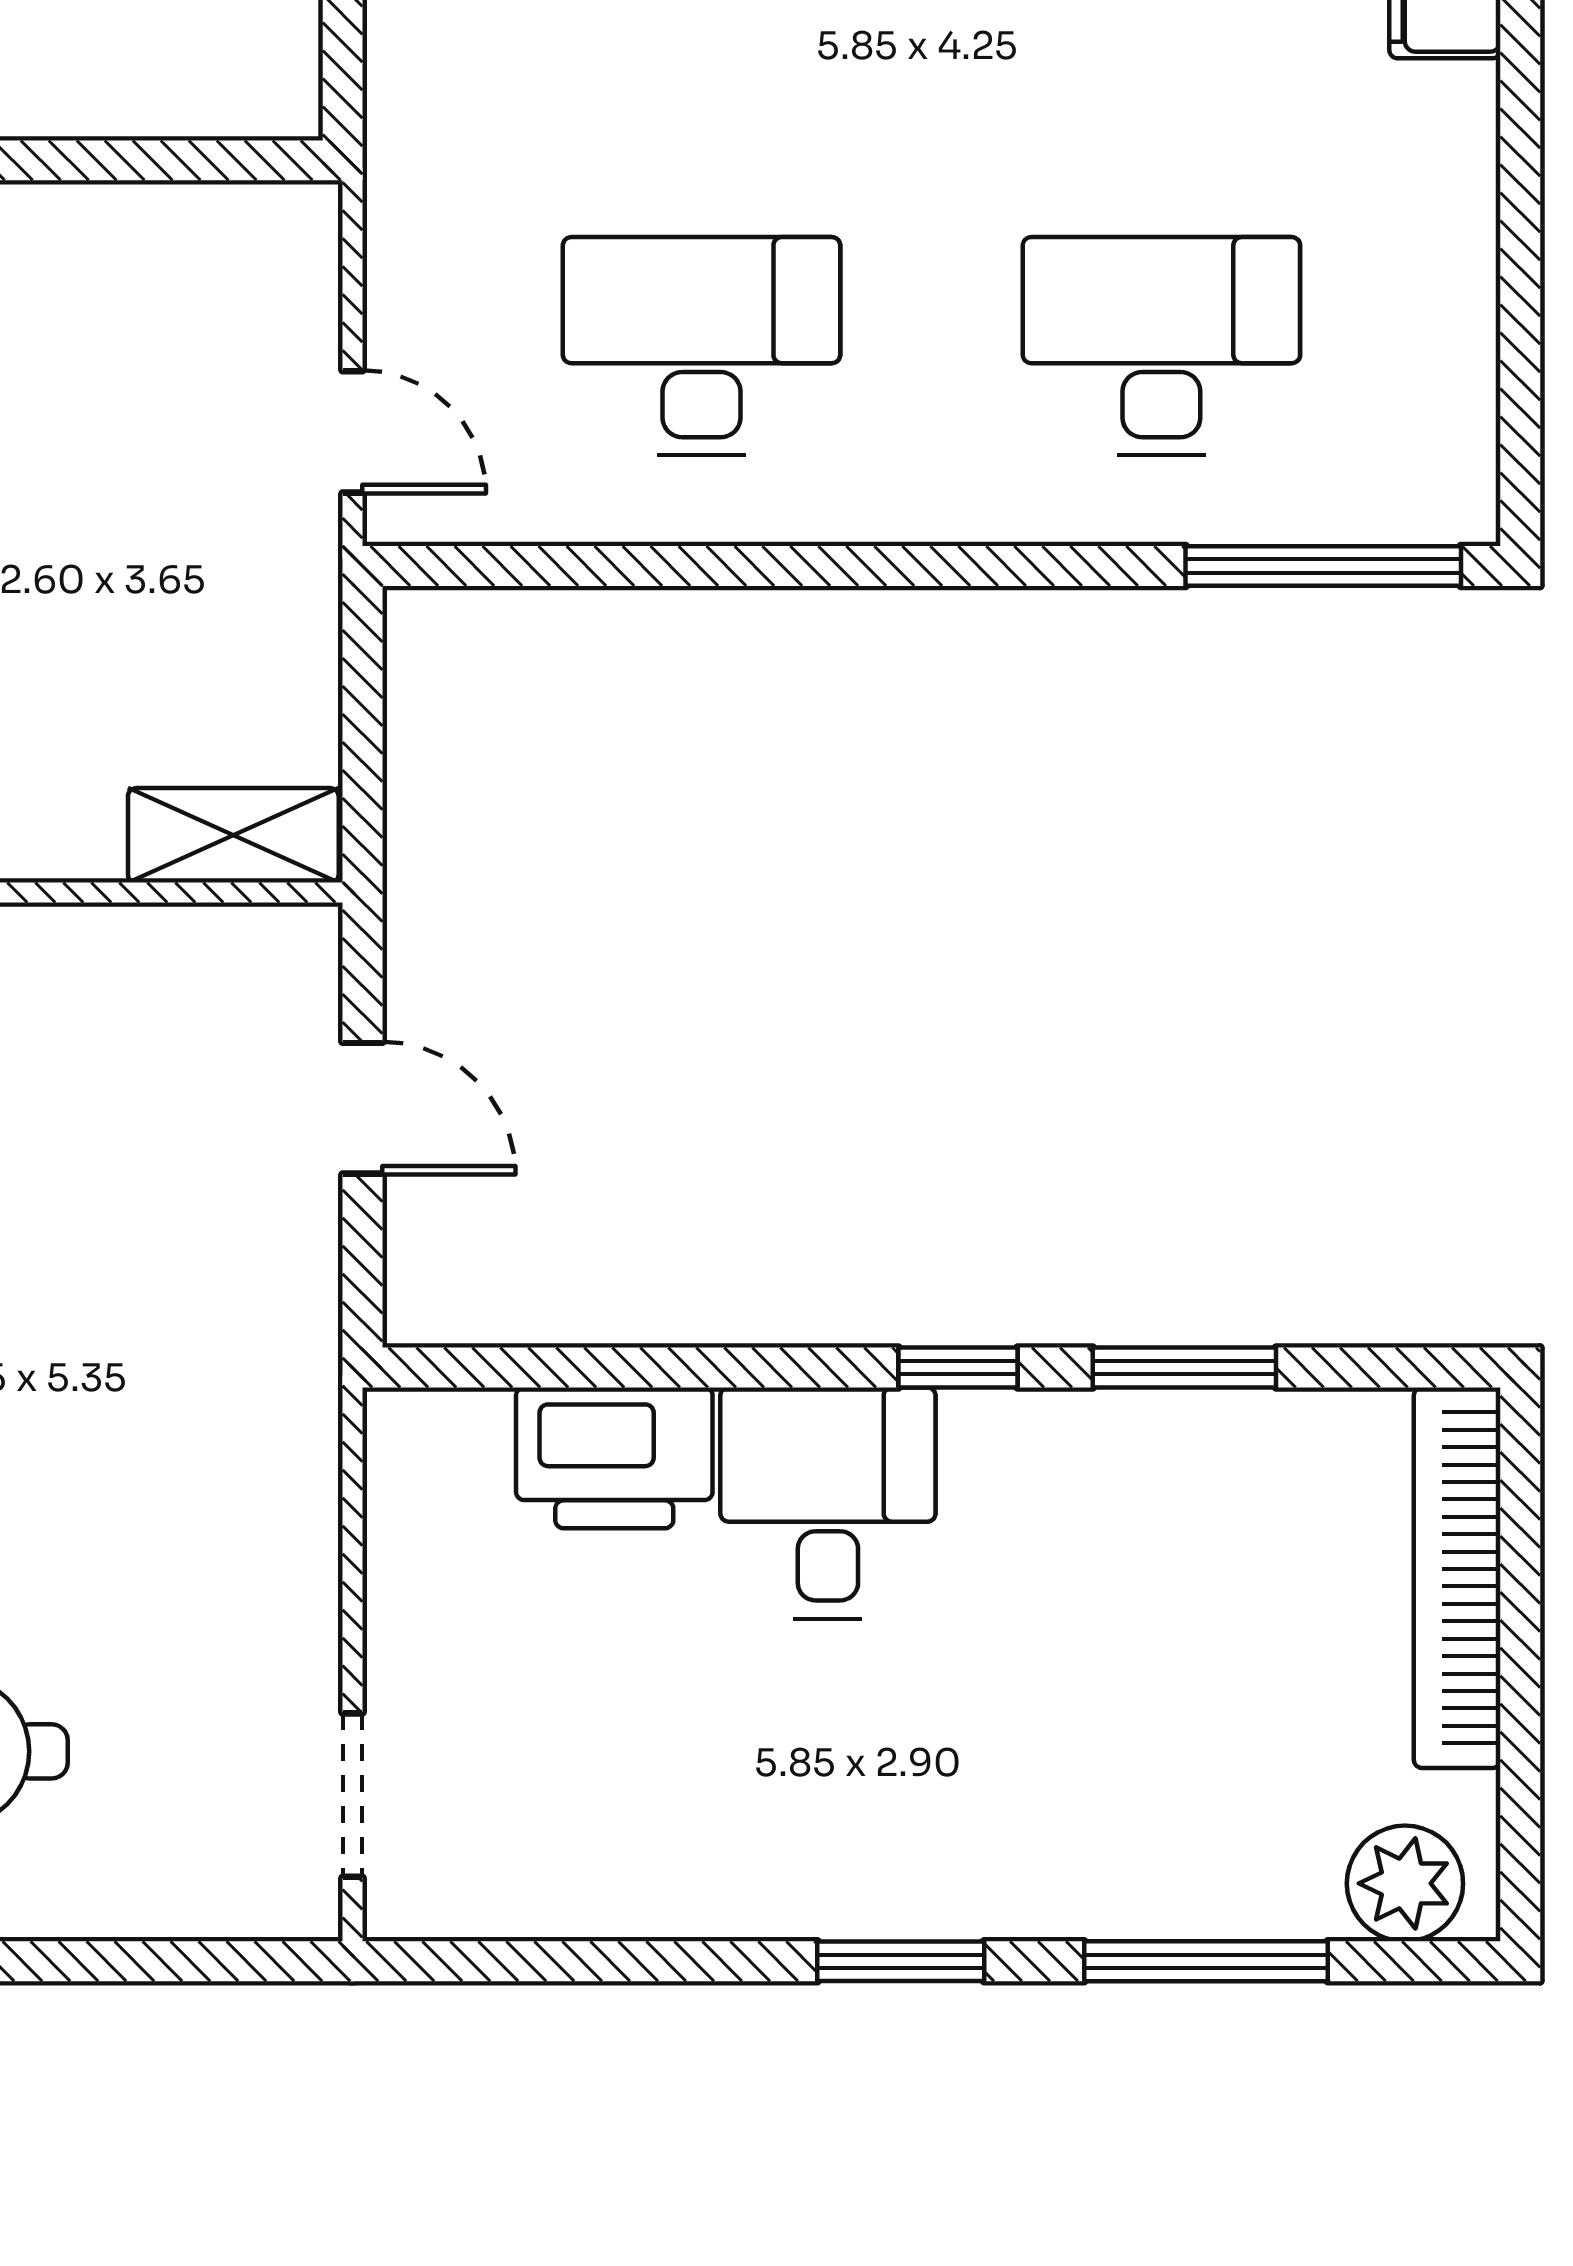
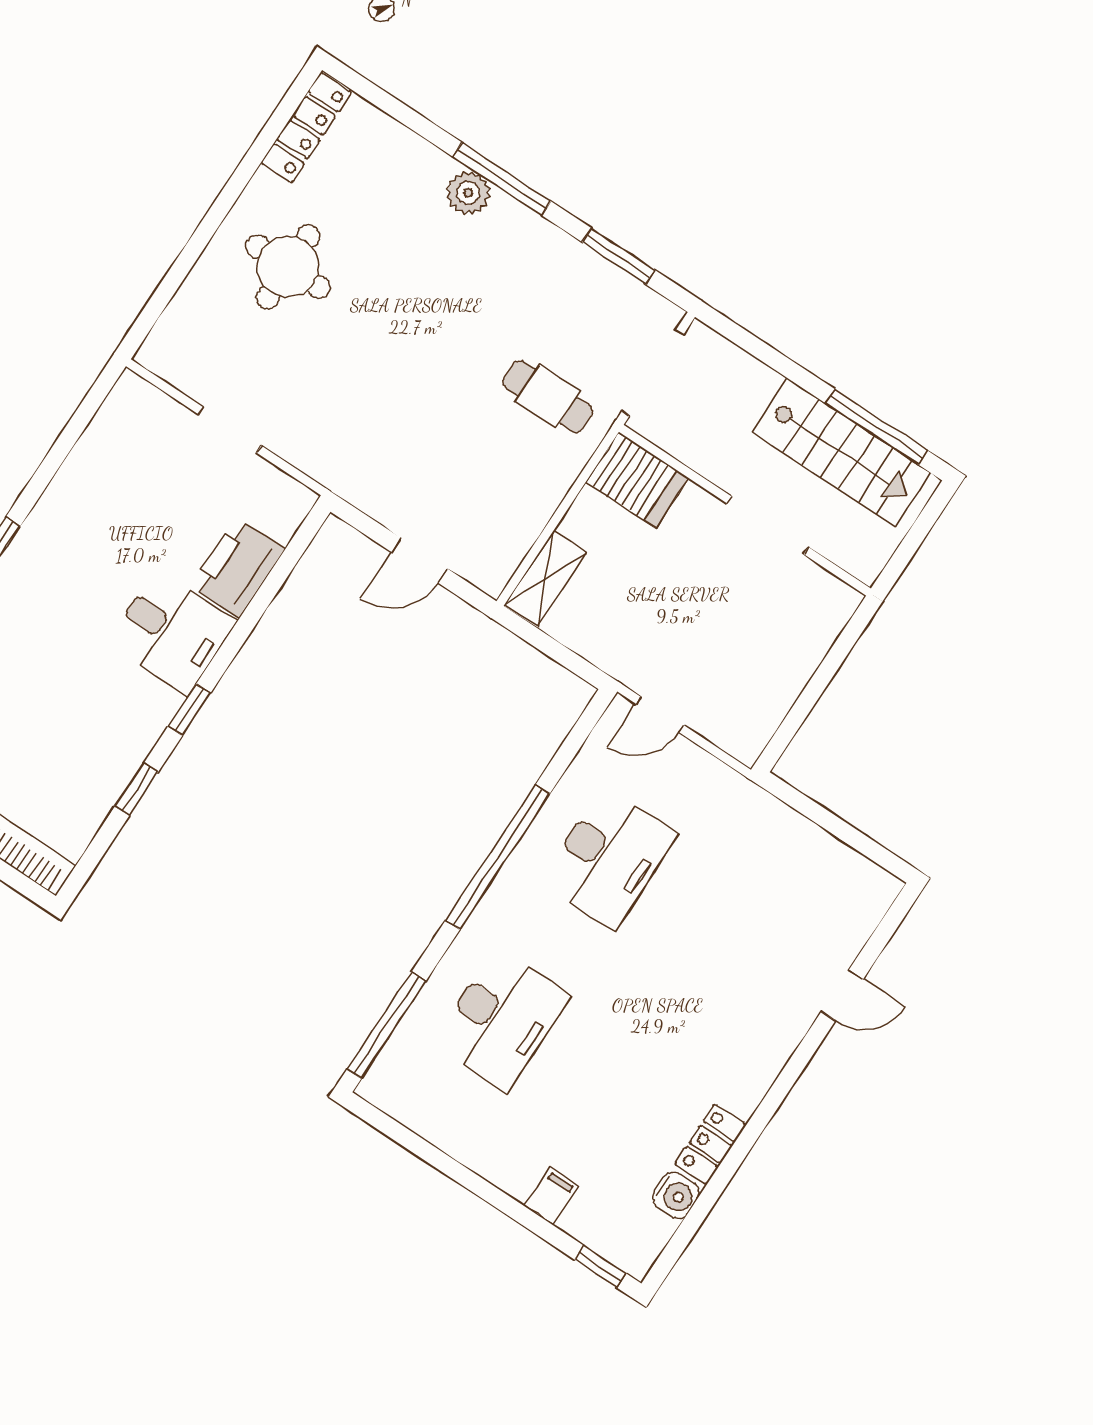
window: (846, 566) -> (498, 857), added
window: (1184, 1368) -> (136, 789), width x0.67
doorway: (353, 1795) -> (230, 430), moved

